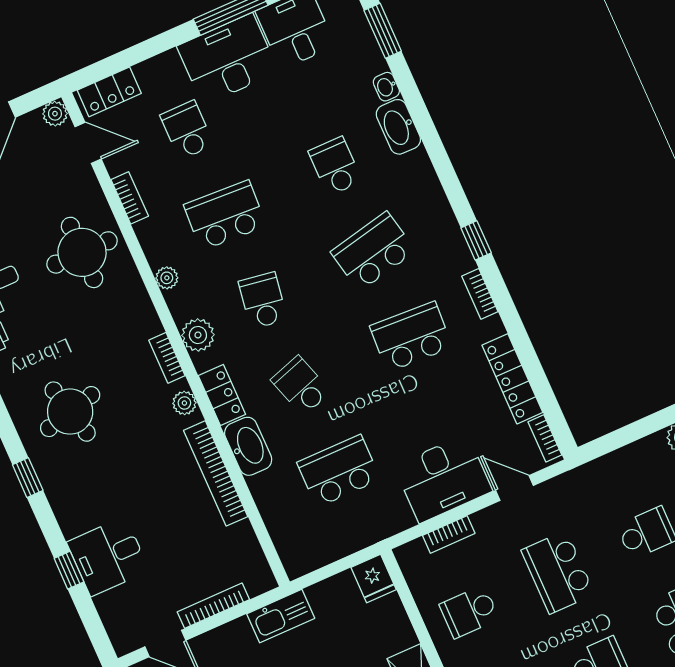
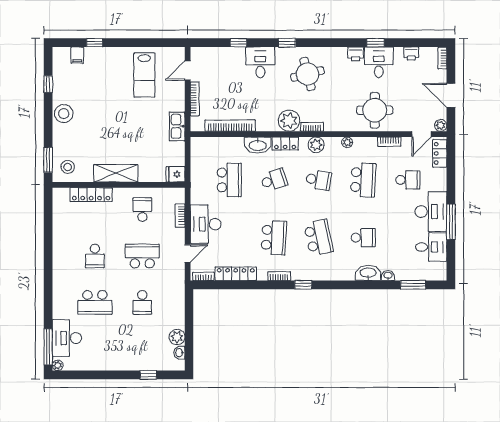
plant: (184, 403) -> (289, 121), width x1.88, depth x1.88
bookcase: (216, 473) -> (230, 126), moved
desk: (108, 556) -> (260, 62), moved

